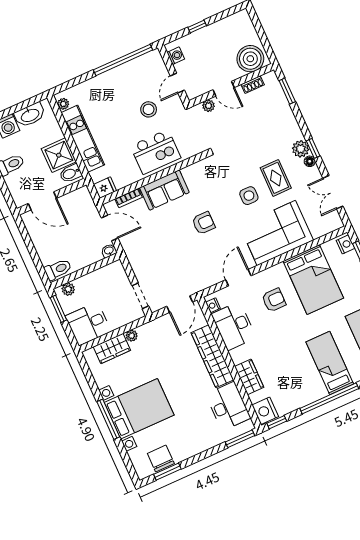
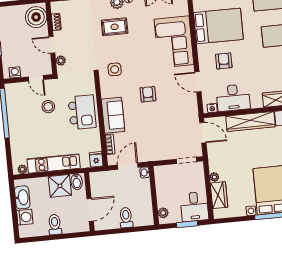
door: (224, 89) -> (52, 45), swing flipped
rug: (276, 178) -> (115, 27), moved
side table: (249, 196) -> (115, 69), moved
toilet: (58, 269) -> (126, 218), moved
window: (58, 309) -> (187, 224), moved

